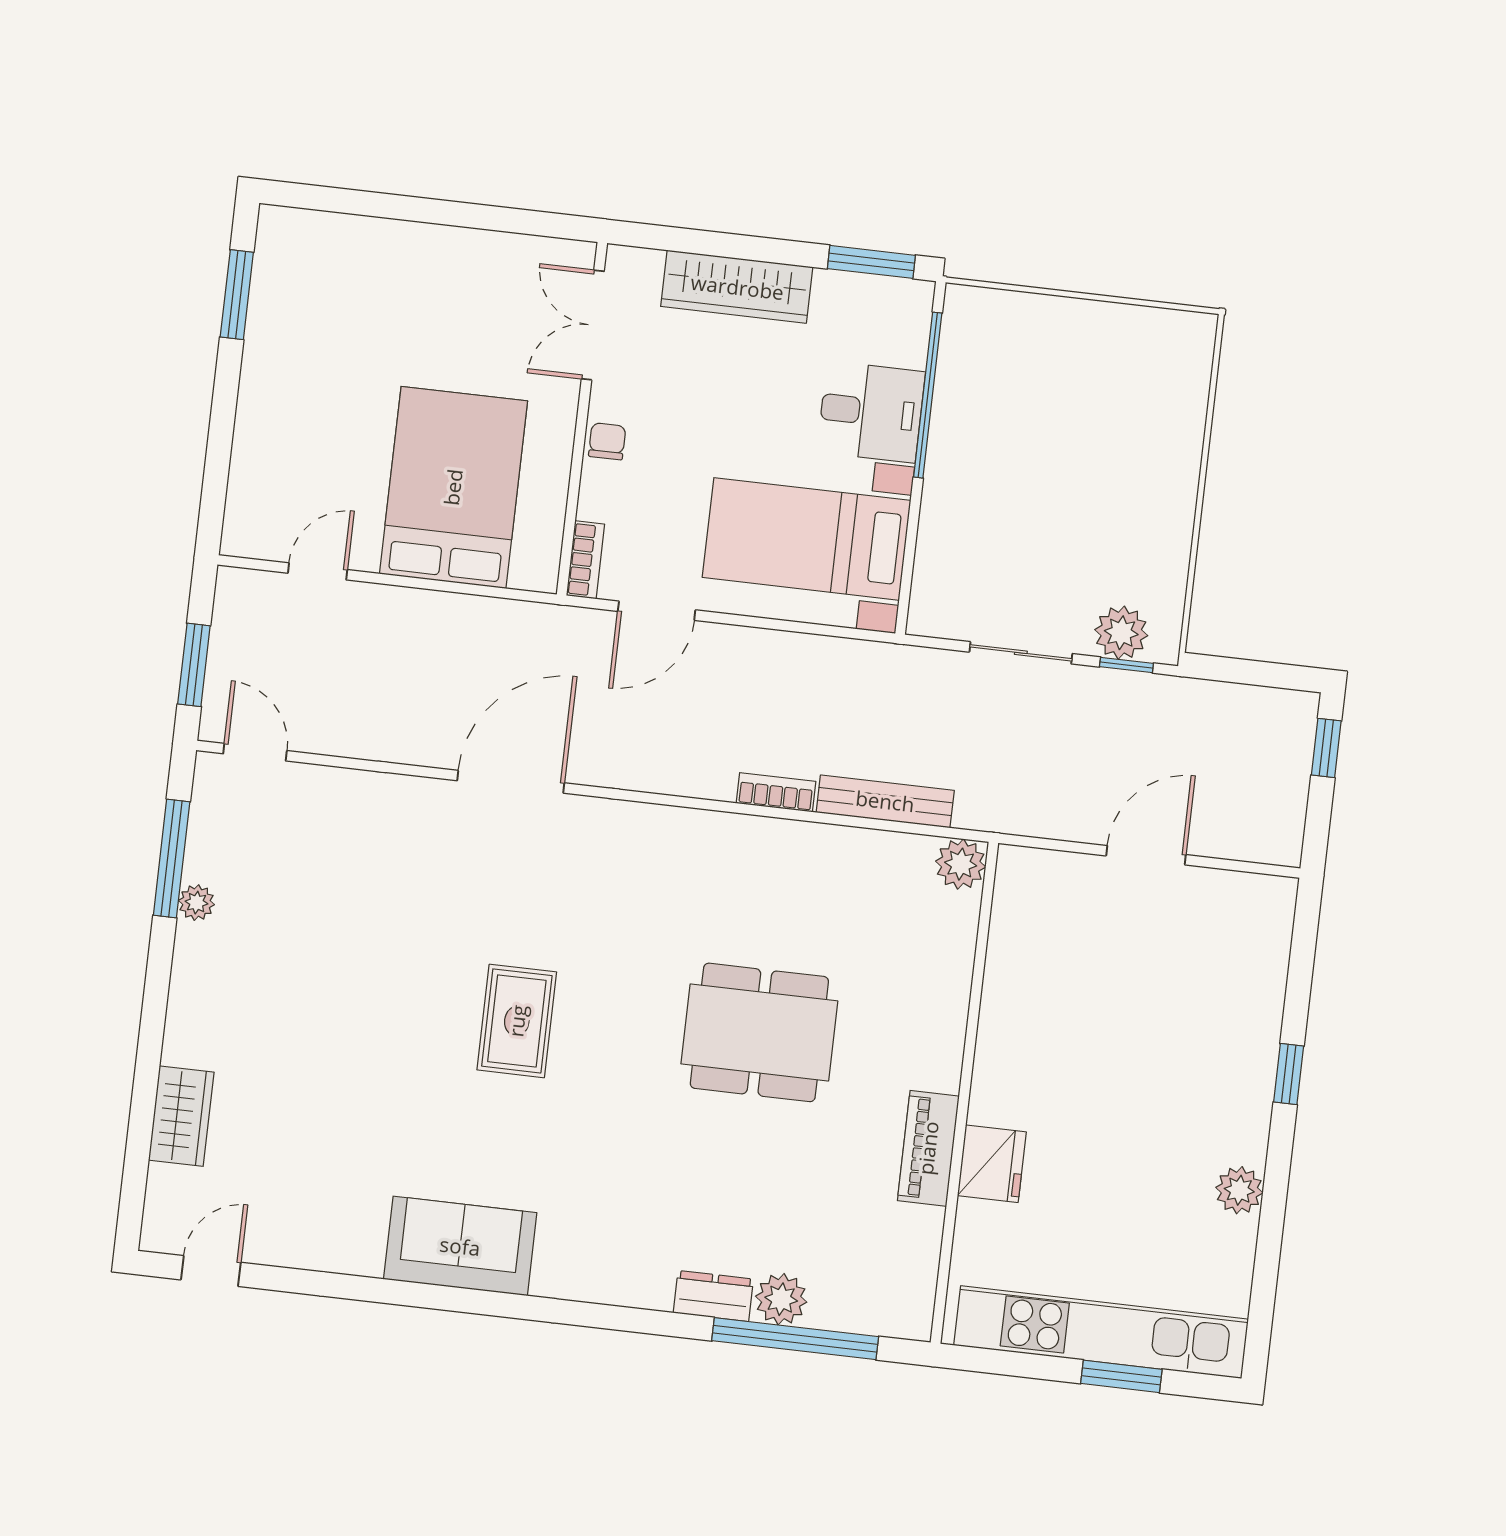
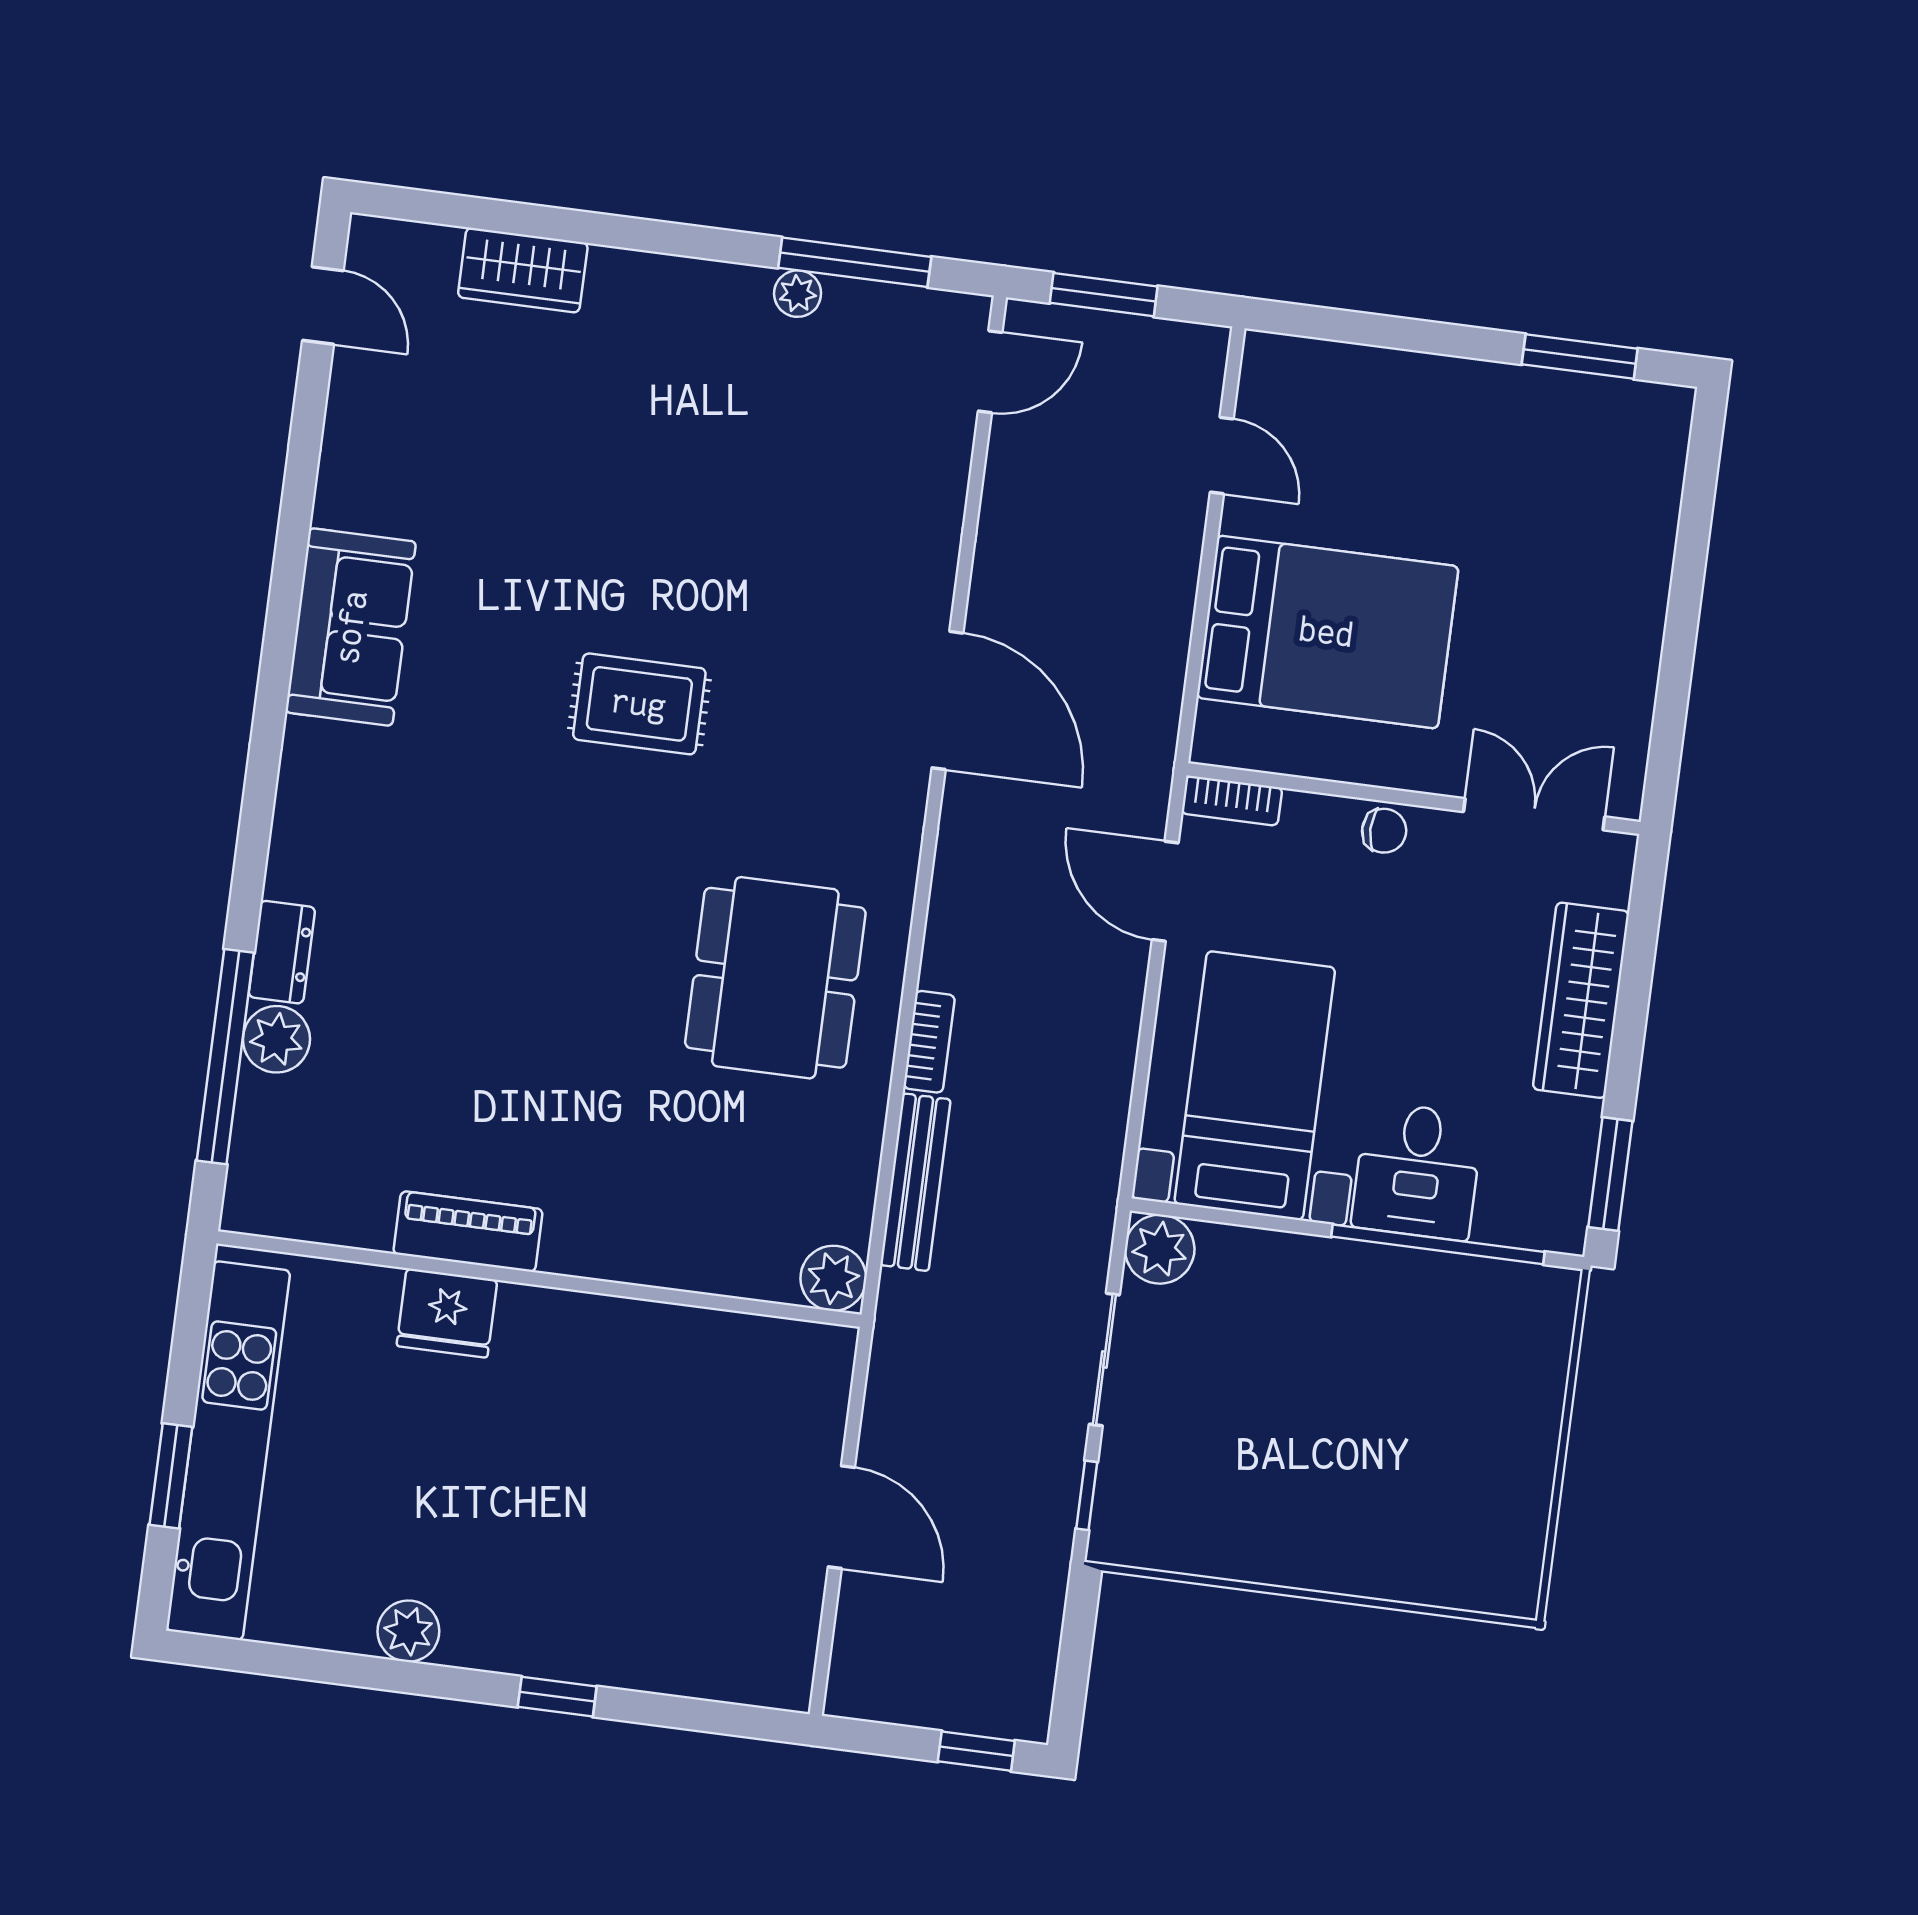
plant: (1121, 633) -> (1160, 1249), moved
dining table: (759, 1032) -> (775, 978), moved

